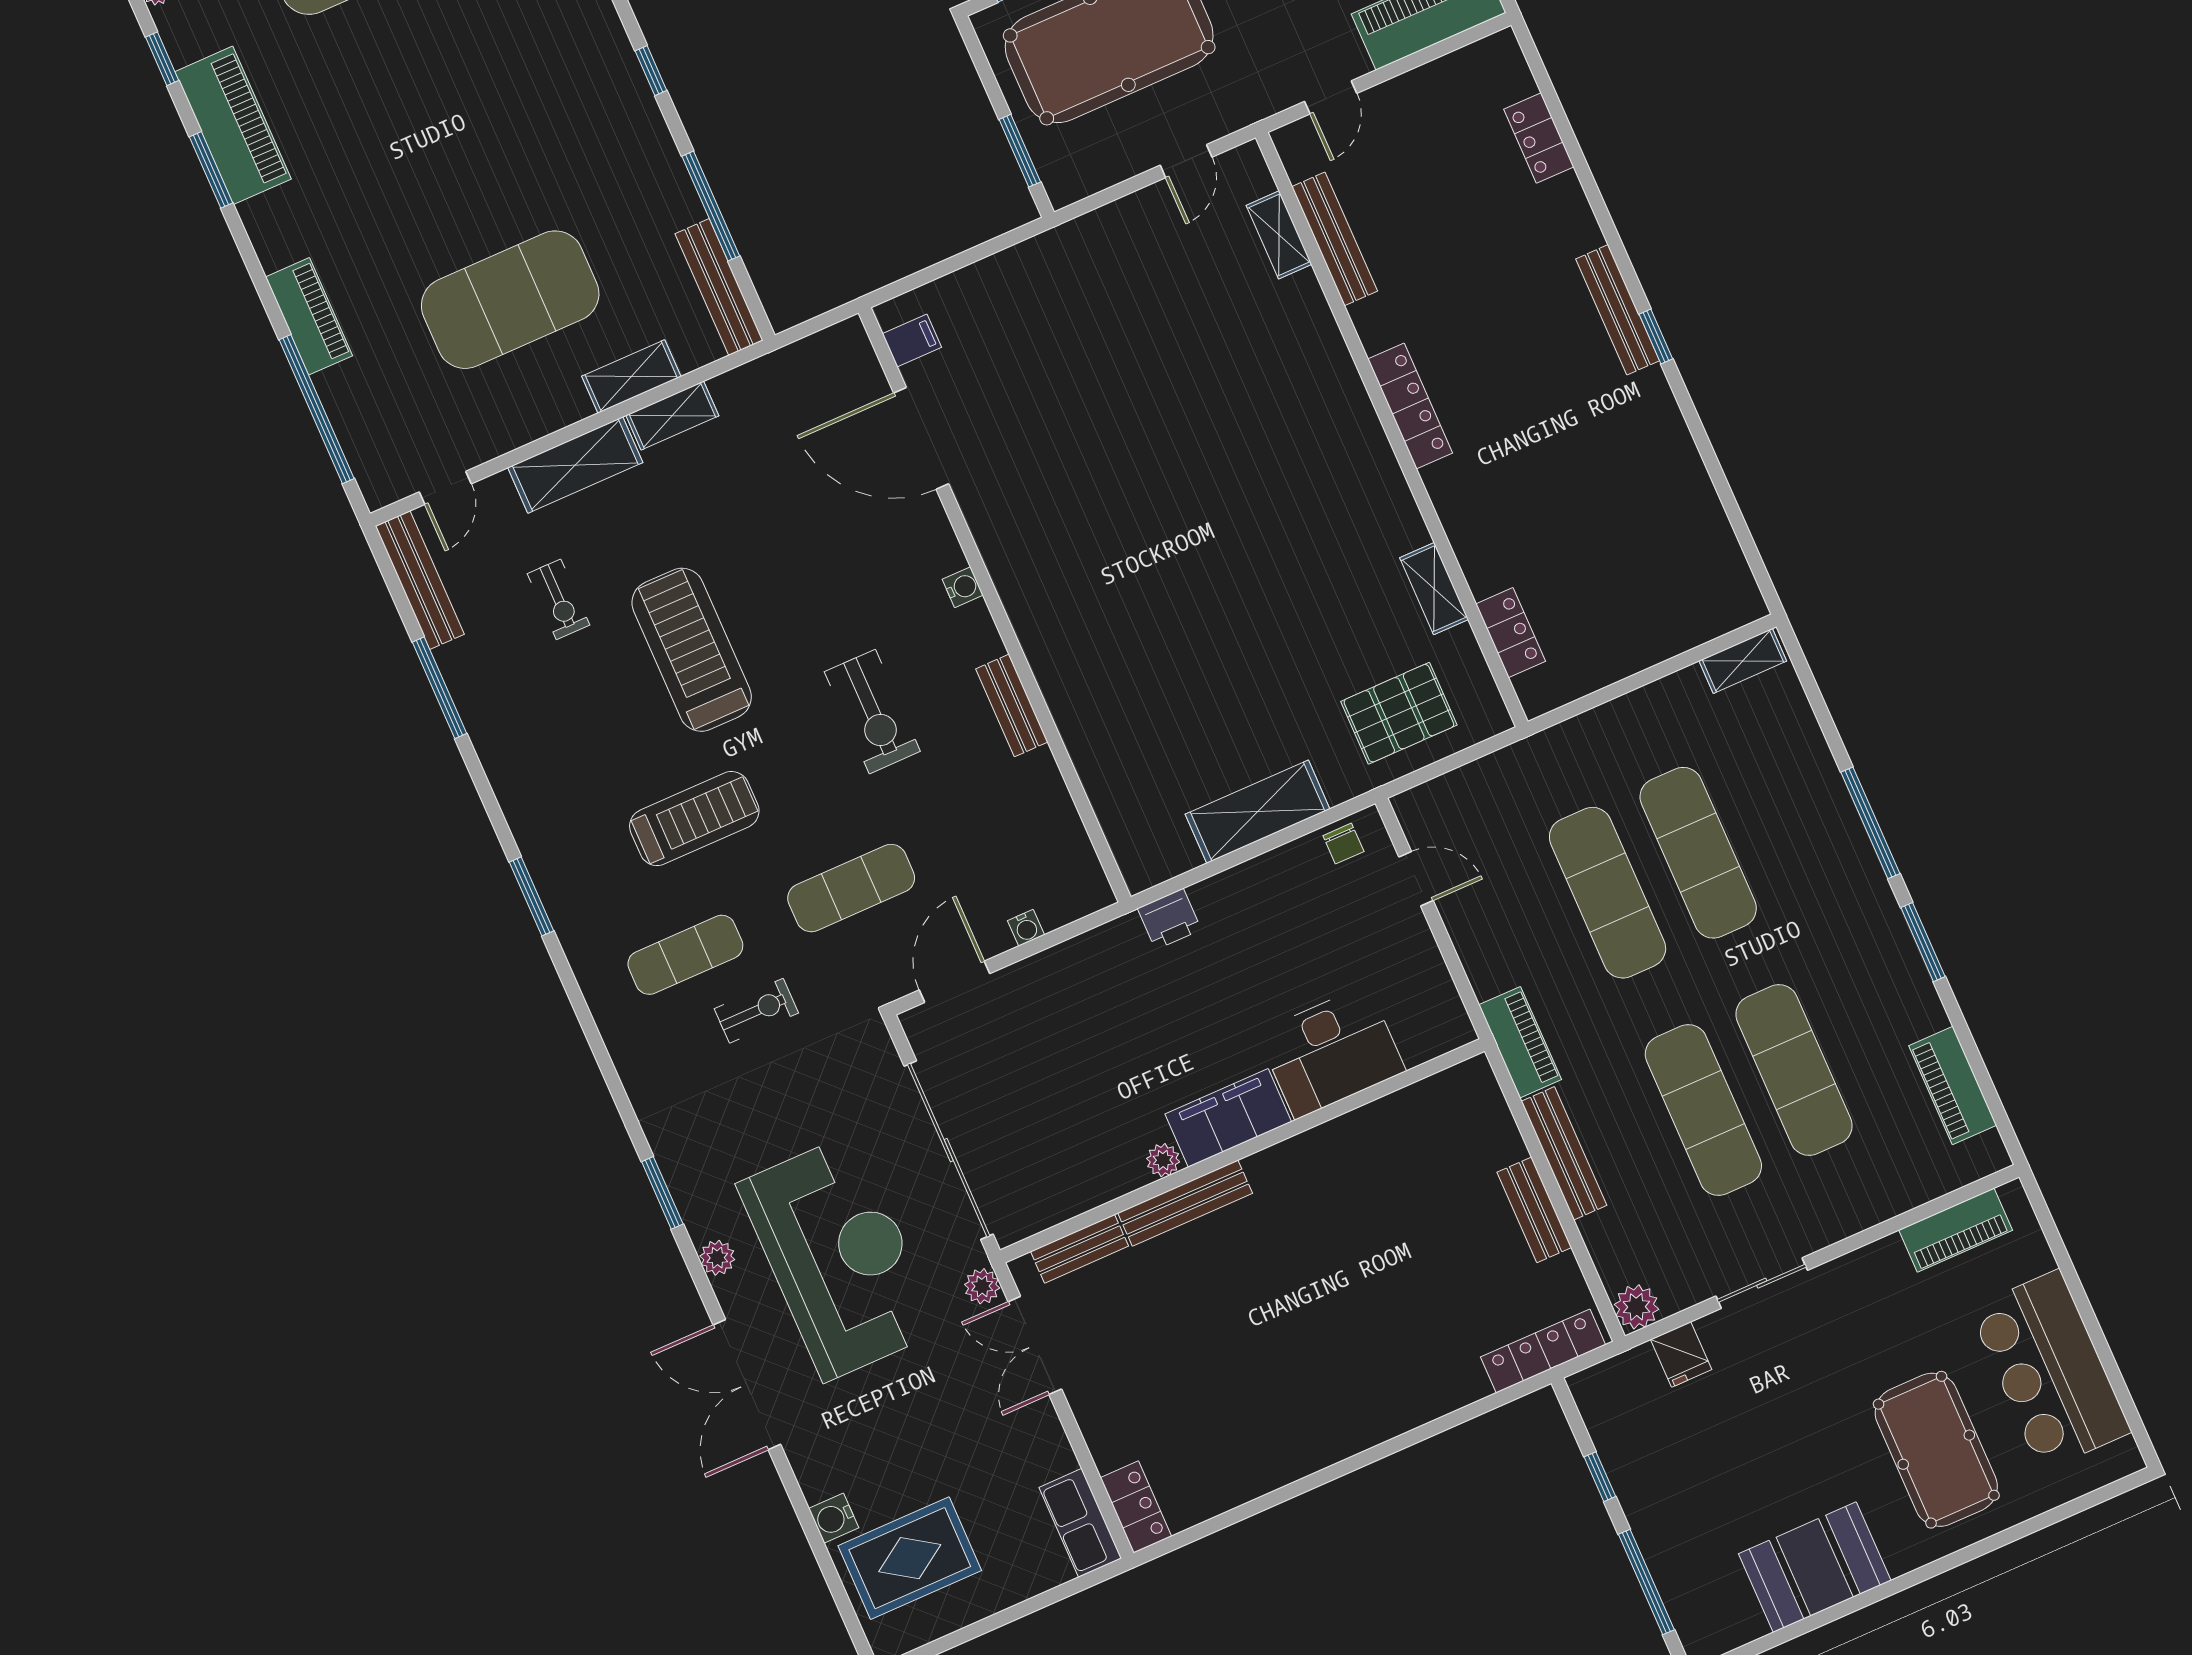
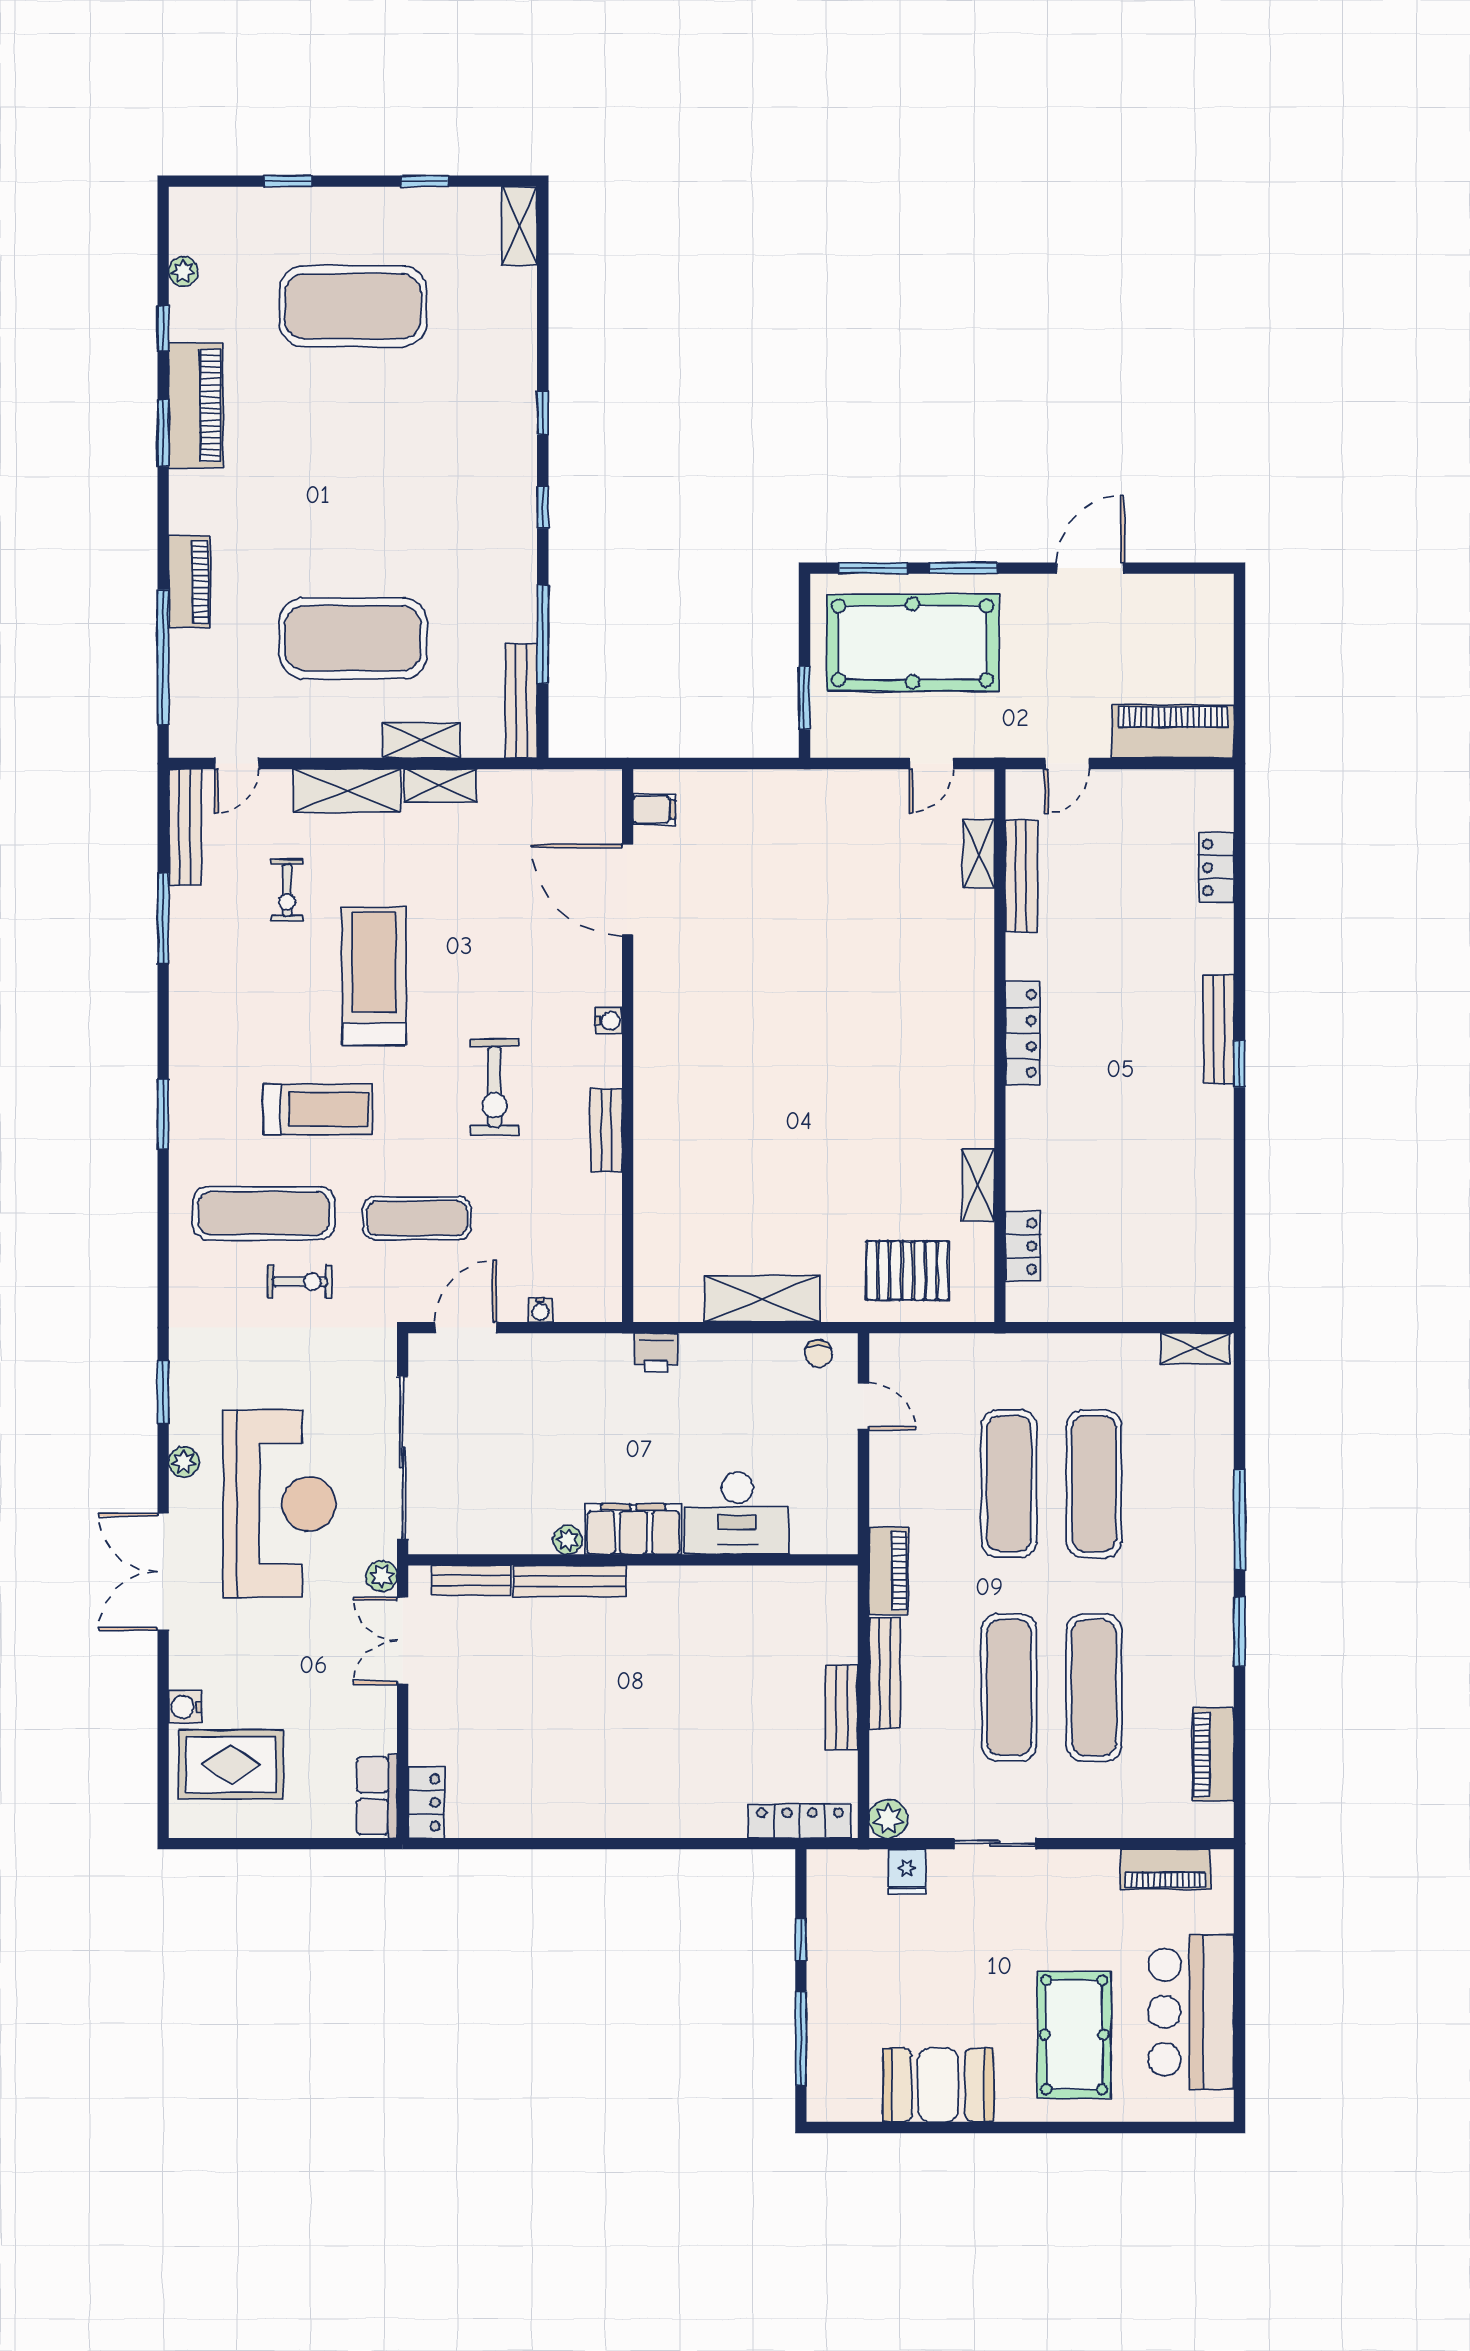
exercise mat: (685, 955) -> (264, 1213), width x1.36, depth x1.45

